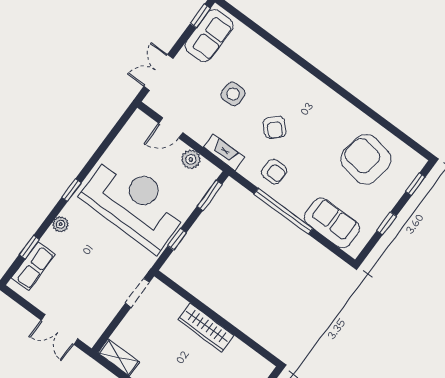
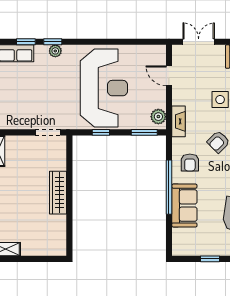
plant: (191, 159) -> (158, 117), moved
window: (71, 190) -> (53, 42), moved
sofa: (332, 223) -> (184, 206), moved

